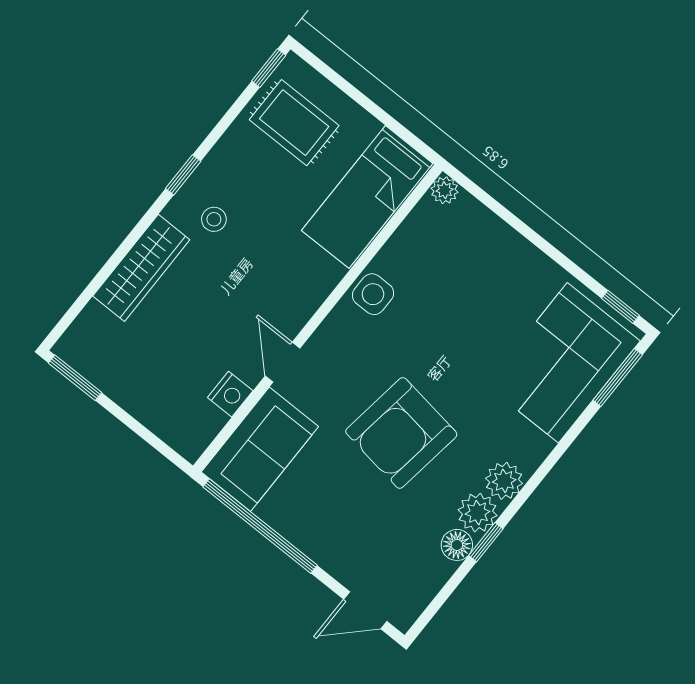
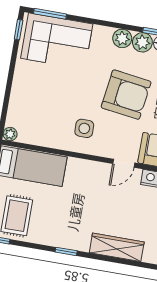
stool: (214, 219) -> (78, 227), removed
side table: (373, 294) -> (84, 128), moved

